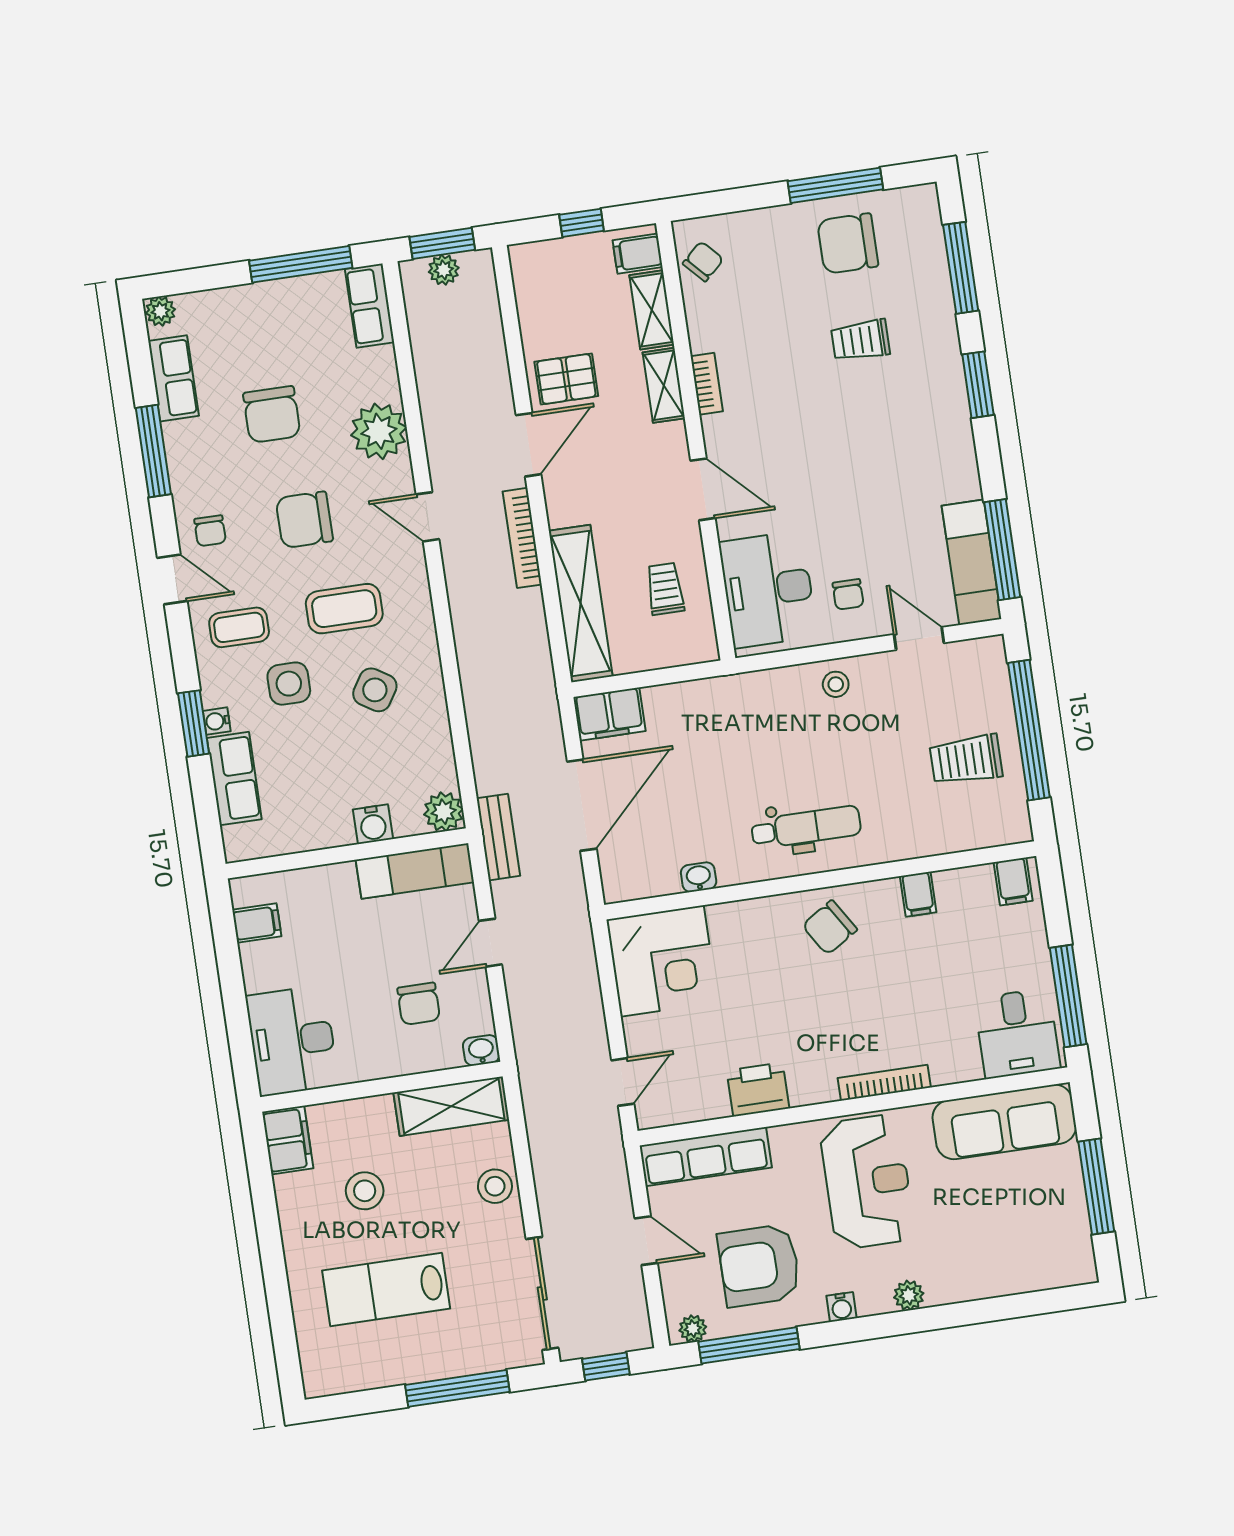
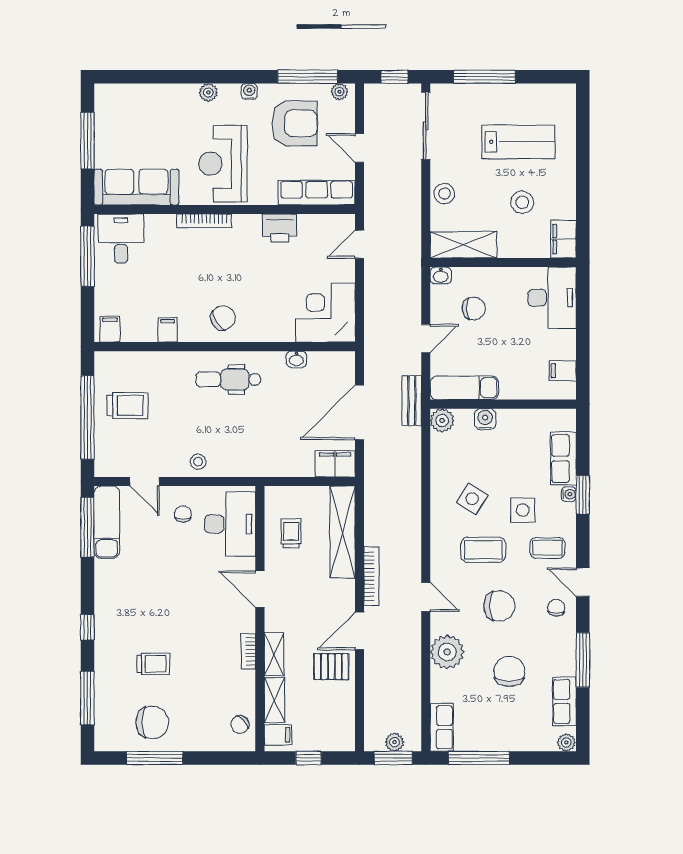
window: (978, 385) -> (87, 627), width x0.67
trolley: (665, 589) -> (291, 533), turned 180
chair: (419, 1004) -> (474, 309), turned 86

